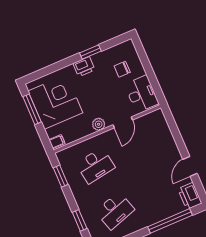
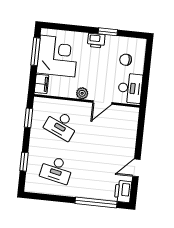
filing cabinet: (57, 142) -> (42, 84), width x2.00
desk: (96, 166) -> (61, 125), turned 33
desk: (115, 211) -> (56, 170), turned 30

